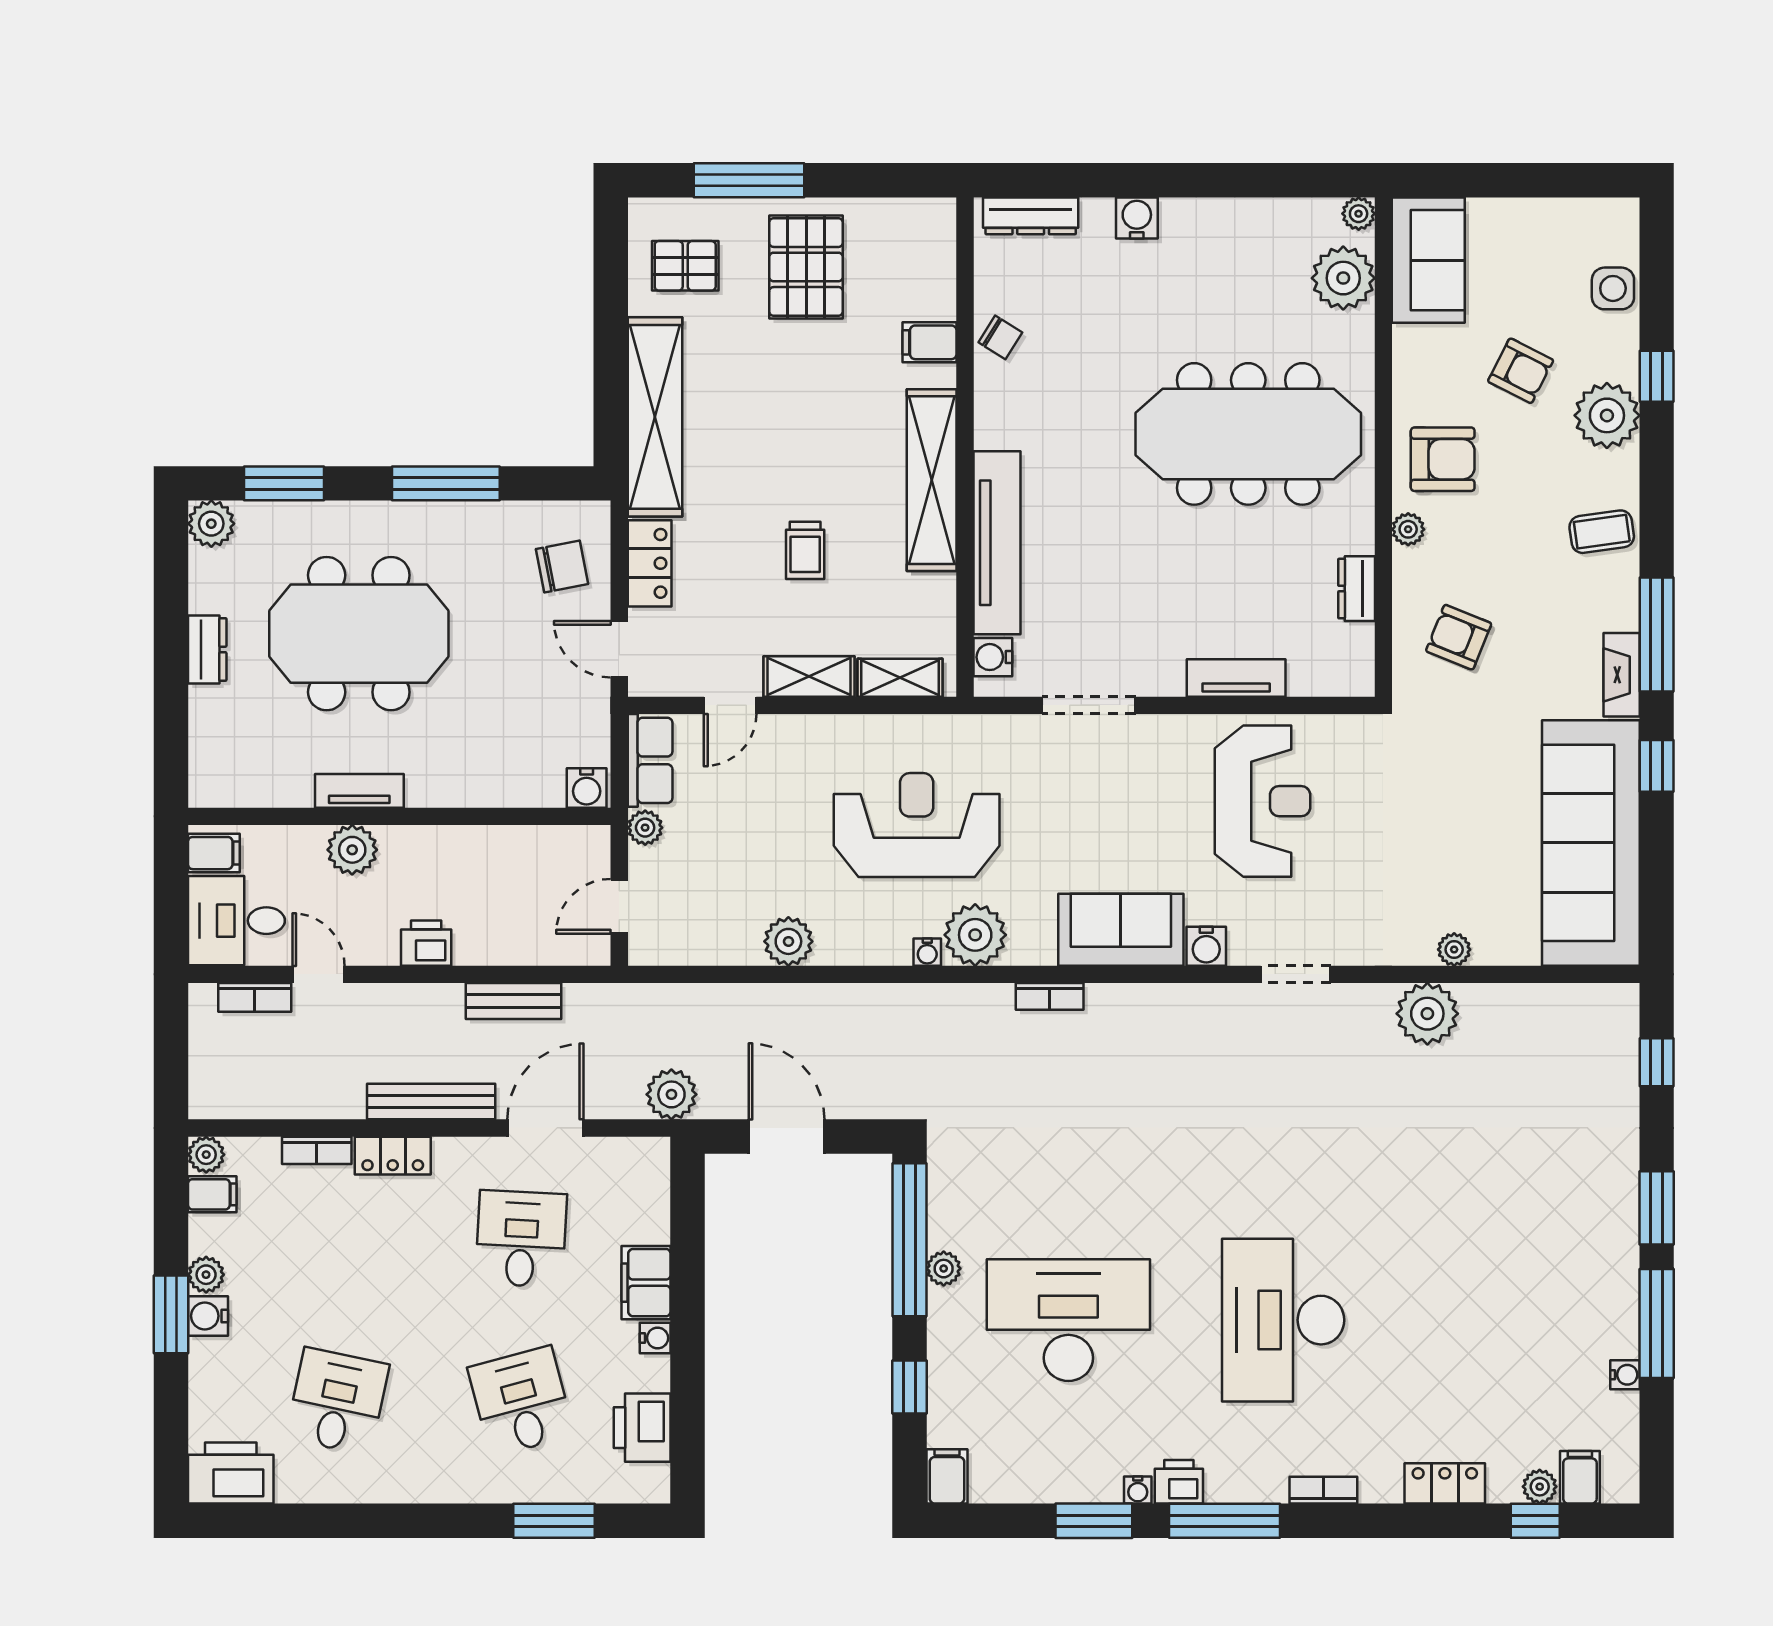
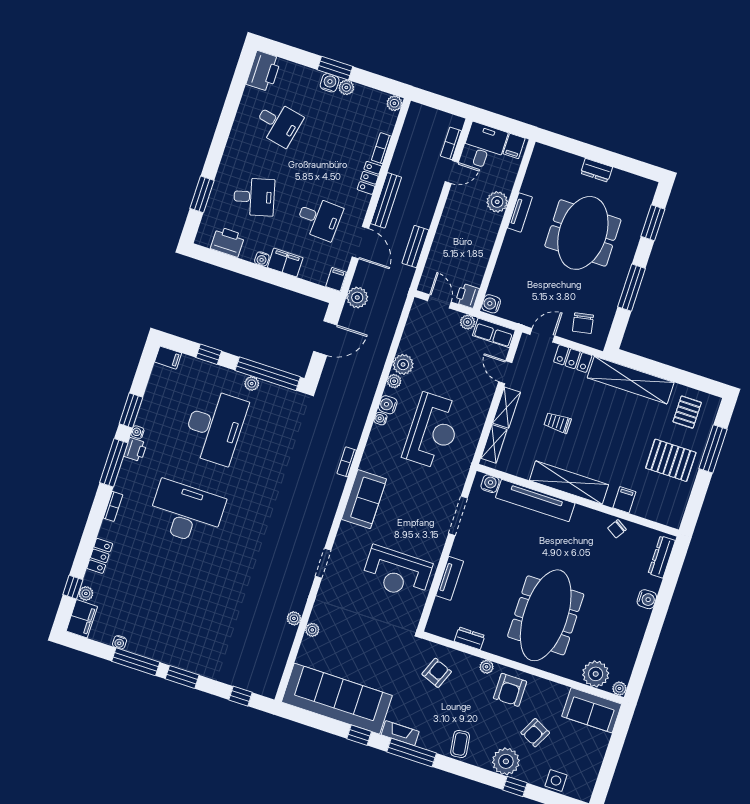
plant: (211, 524) -> (646, 188), removed
plant: (975, 935) -> (394, 381), moved, width x0.53, depth x0.53
printer: (426, 943) -> (467, 296), moved, turned 180
water cooler: (1206, 946) -> (388, 405), moved
plant: (1427, 1014) -> (294, 618), width x0.53, depth x0.53
filing cabinet: (212, 1194) -> (336, 279), moved, turned 180
filing cabinet: (1580, 1477) -> (82, 619), width x2.00

